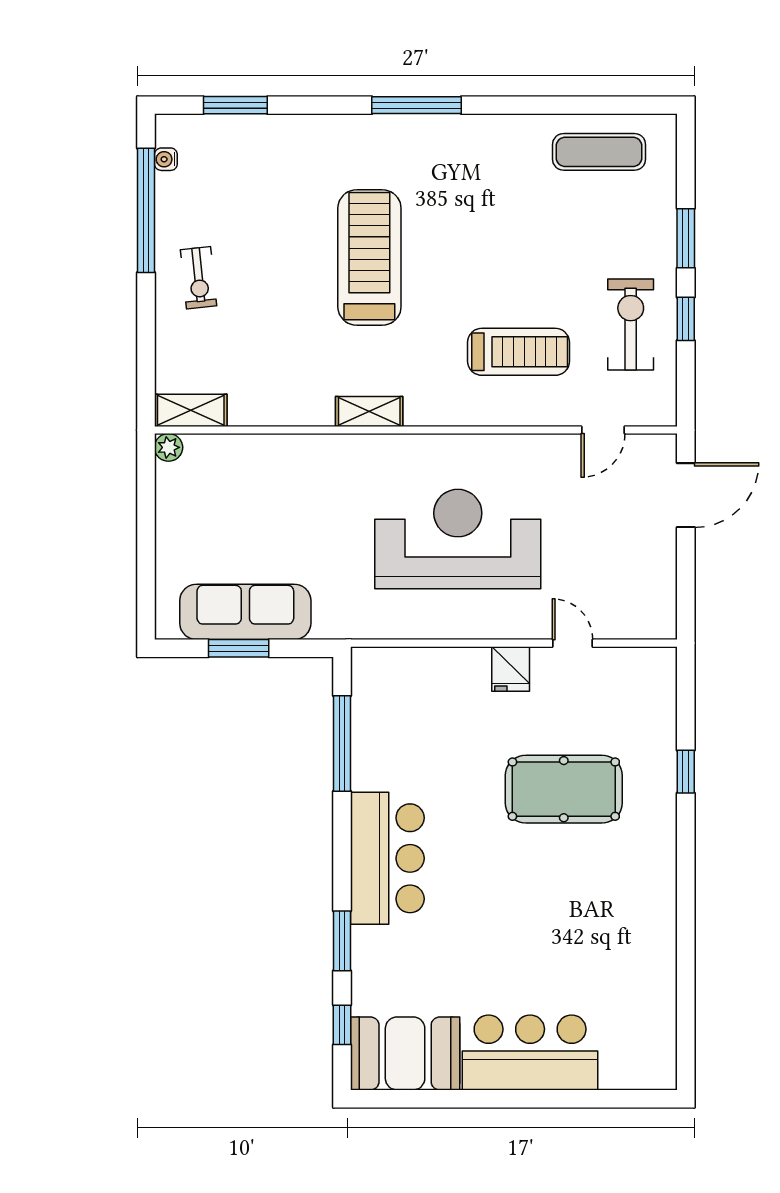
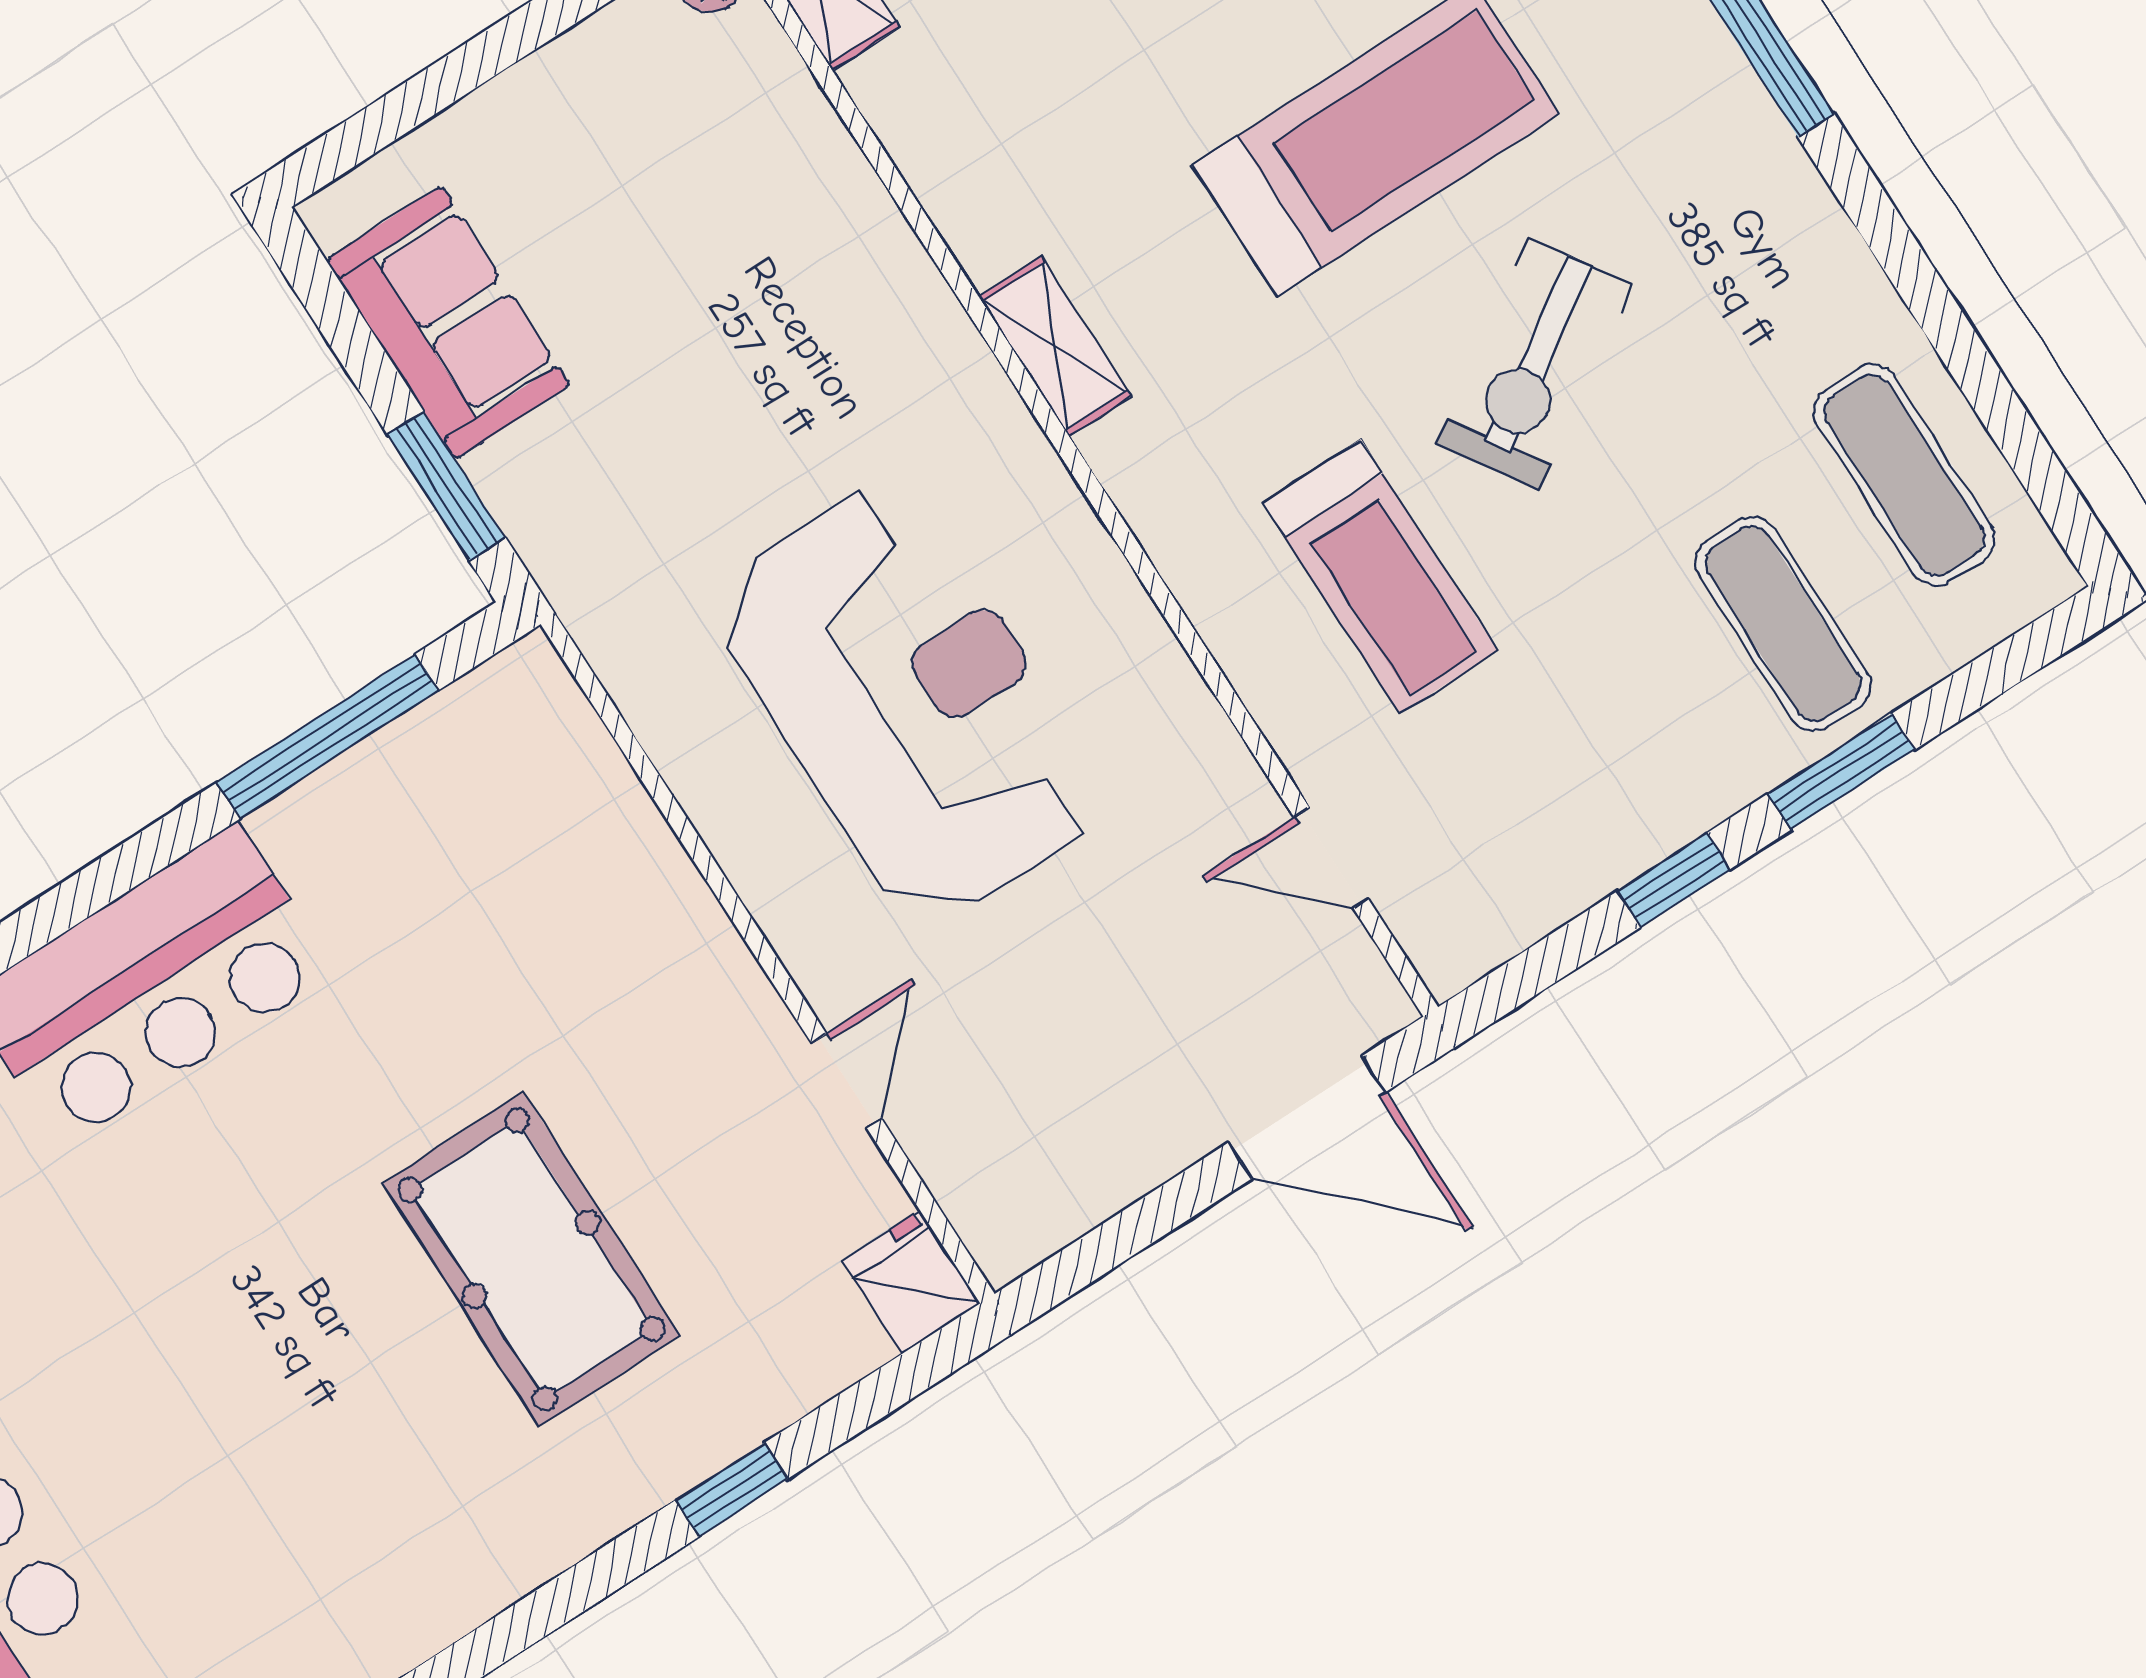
exercise mat: (623, 226) -> (1783, 624), added
exercise bike: (631, 325) -> (1534, 364), moved, turned 147
sofa: (245, 612) -> (448, 322), width x0.73
window: (239, 648) -> (447, 486), moved
fridge: (511, 669) -> (911, 1282), moved, turned 90

